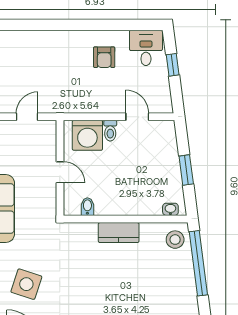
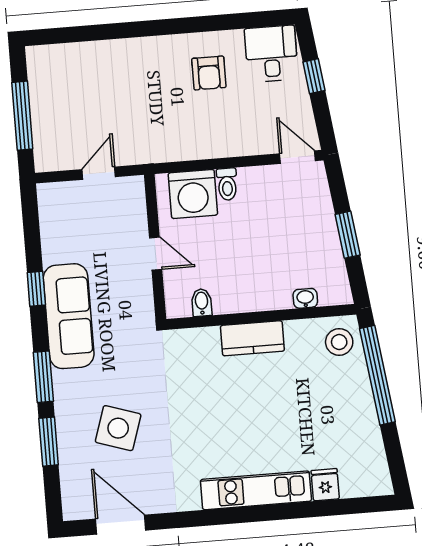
door: (137, 117) -> (298, 157), moved
washbasin: (170, 209) -> (305, 298), moved

